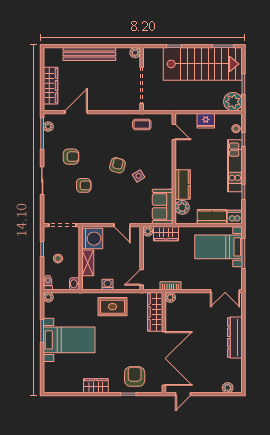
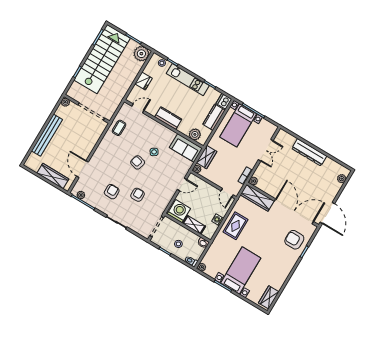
kitchen counter: (183, 184) -> (168, 118), moved
double door: (225, 291) -> (266, 150), moved
wardrobe: (96, 386) -> (269, 297), moved
door: (183, 394) -> (327, 213), width x1.87

